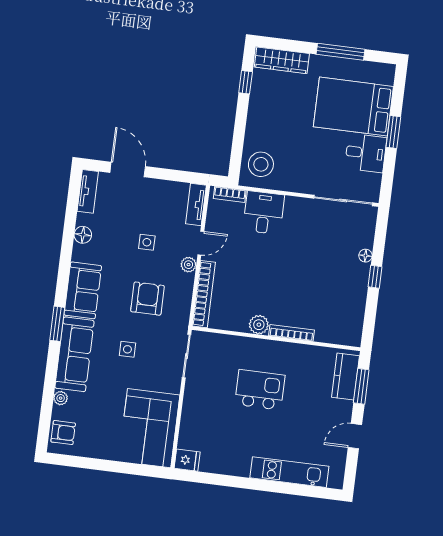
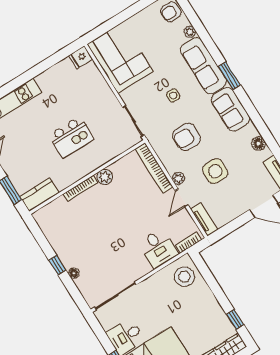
side table: (147, 242) -> (215, 171), width x1.87, depth x1.87
armchair: (147, 299) -> (186, 137), turned 90
kitchen counter: (345, 376) -> (40, 195), moved, turned -90

